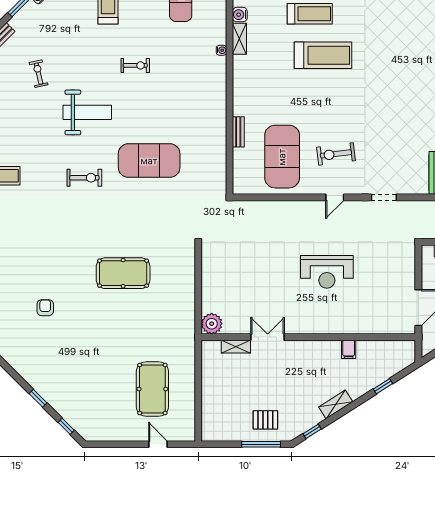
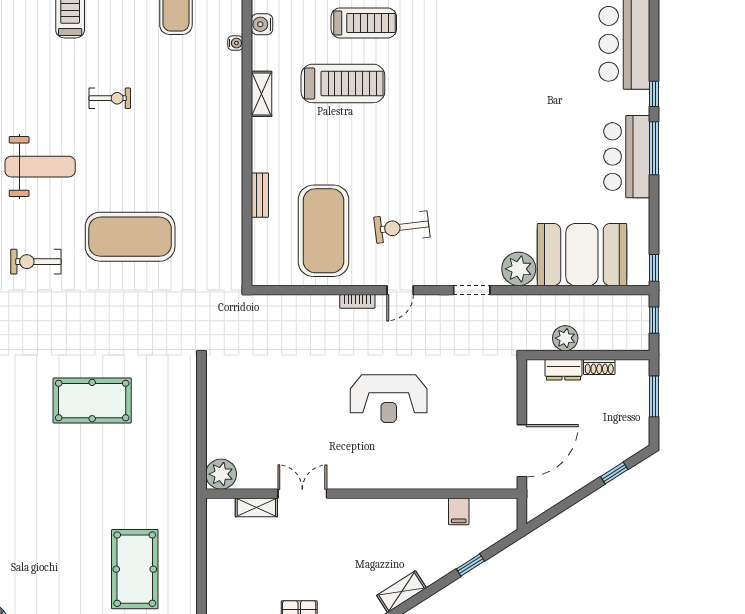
shelving: (239, 39) -> (262, 94), moved
water cooler: (221, 50) -> (235, 43), moved
treadmill: (323, 55) -> (343, 83), moved
exercise bike: (84, 178) -> (36, 262), turned 180
plant: (416, 183) -> (519, 269), added
bookcase: (305, 205) -> (357, 301), added
filing cabinet: (349, 349) -> (459, 511), moved

